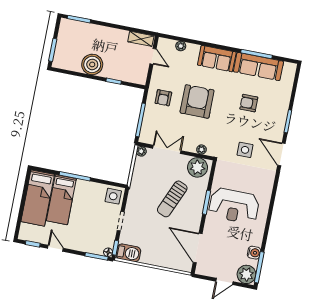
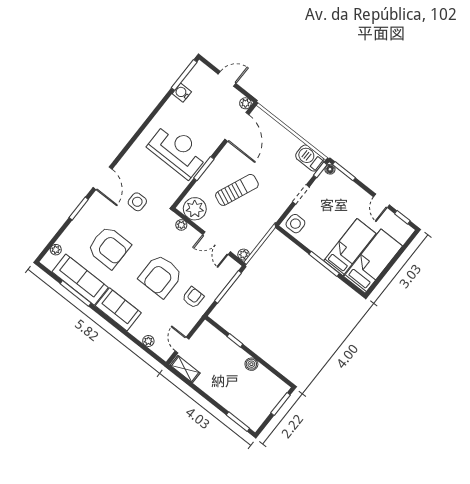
boiler: (92, 64) -> (251, 364), width x0.54, depth x0.54
plant: (289, 80) -> (56, 250), added
armchair: (249, 103) -> (109, 247), width x1.88, depth x1.88
plant: (246, 274) -> (245, 103), moved, width x0.53, depth x0.53

